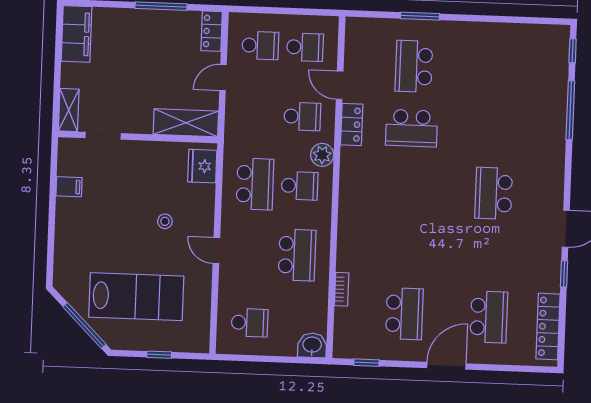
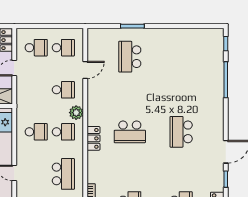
door: (340, 85) -> (85, 70), swing flipped
locker: (352, 124) -> (93, 138), moved
school desk: (411, 128) -> (130, 132), moved
school desk: (255, 184) -> (36, 132), width x0.54

